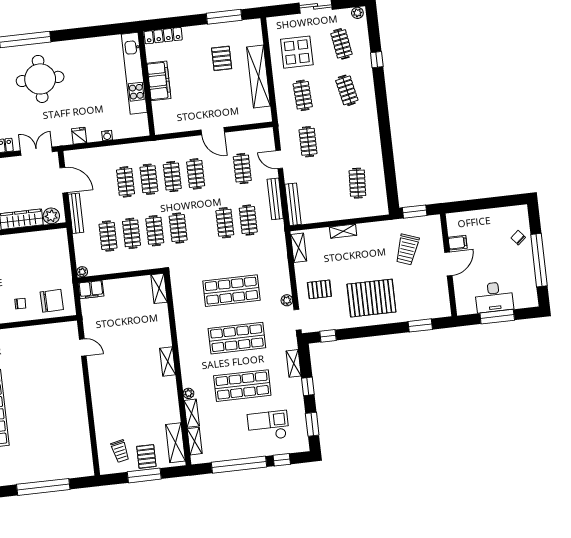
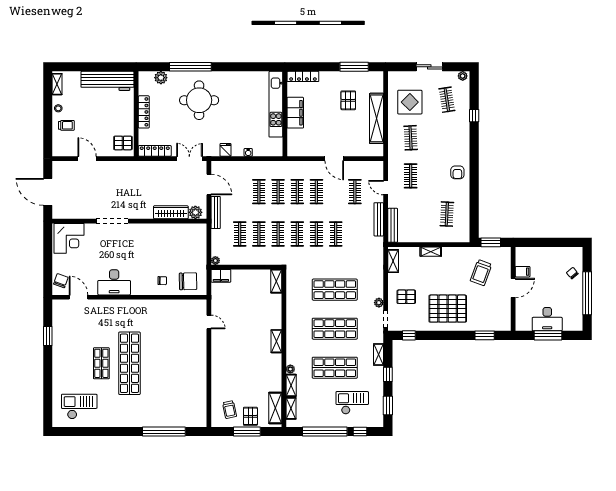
clothes rail: (347, 90) -> (447, 138), removed
armchair: (364, 131) -> (457, 172), added
clothes rail: (248, 220) -> (316, 234), moved

